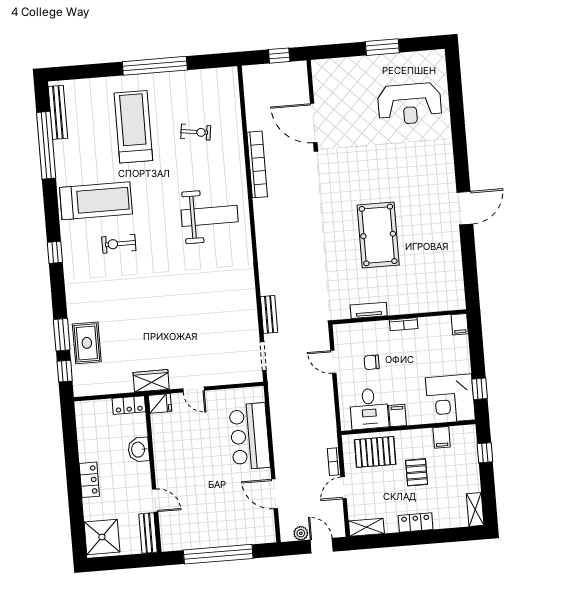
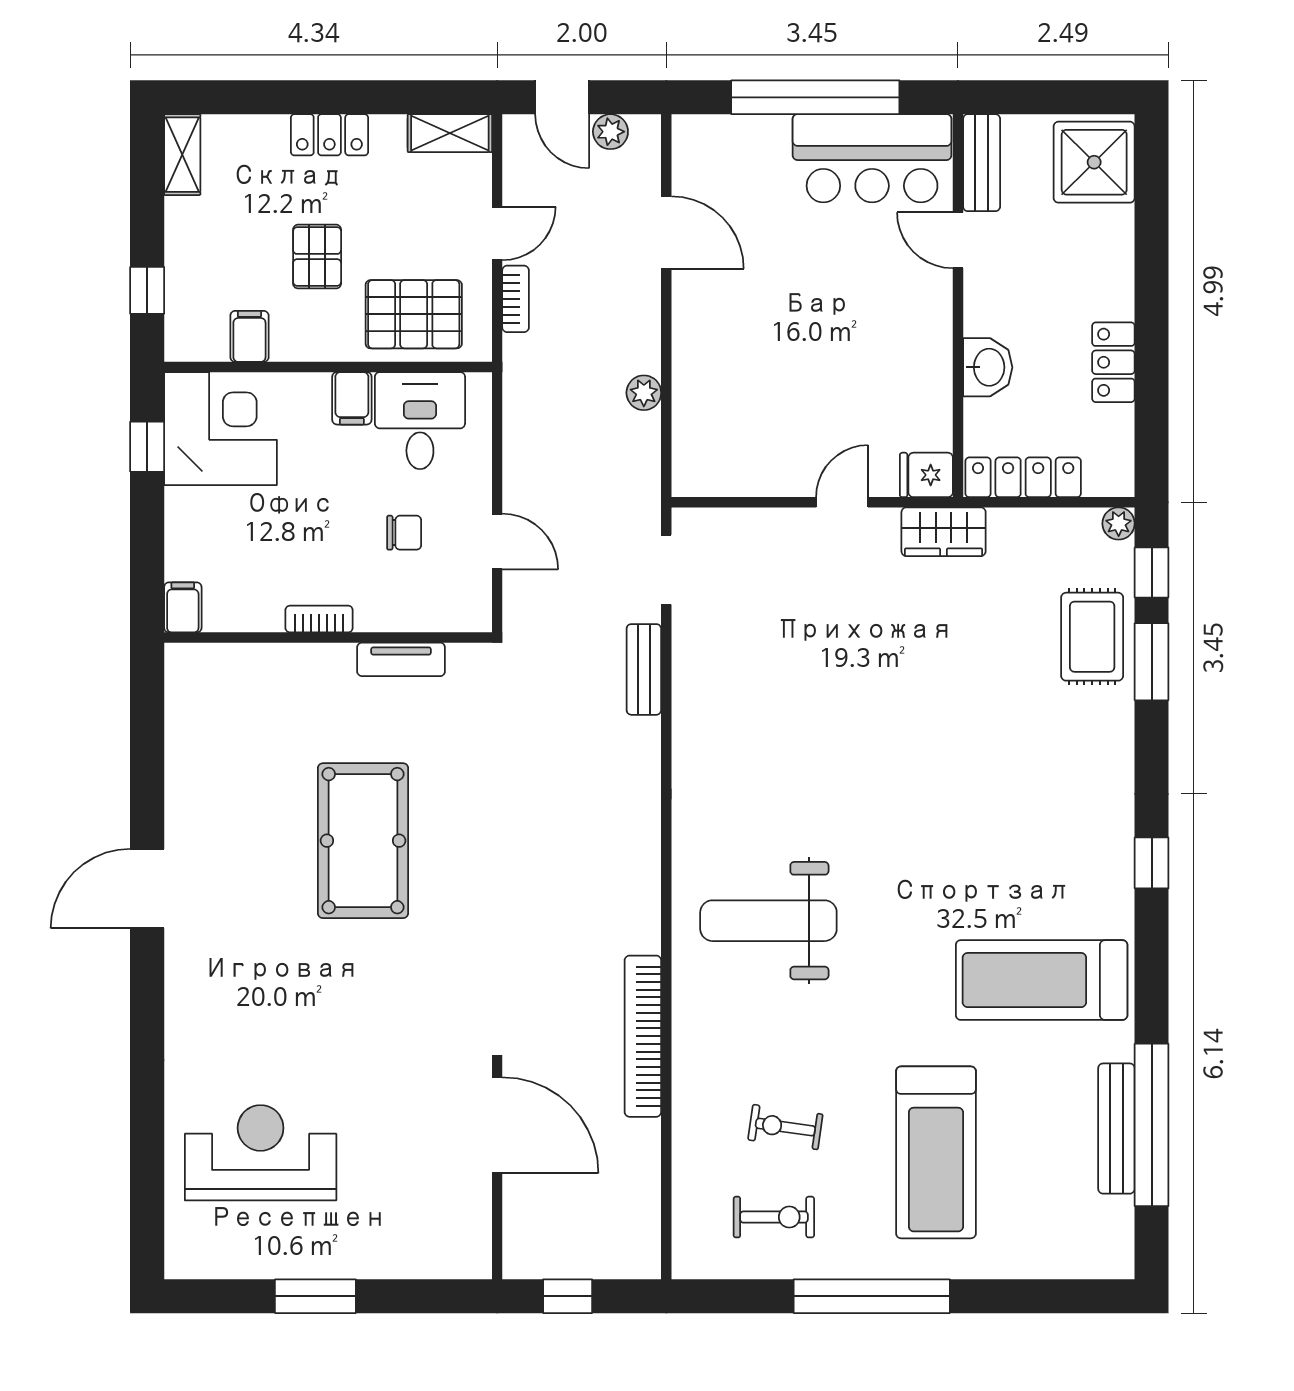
bench: (58, 112) -> (1116, 1129), moved
exercise bike: (119, 244) -> (774, 1217), moved
door: (194, 389) -> (842, 502), hinge flipped
plant: (80, 390) -> (1119, 523), added
locker: (129, 405) -> (1023, 477), width x1.53
plant: (278, 428) -> (644, 393), added
bar counter: (250, 436) -> (872, 158), moved, turned 90
locker: (89, 480) -> (1113, 362), moved

